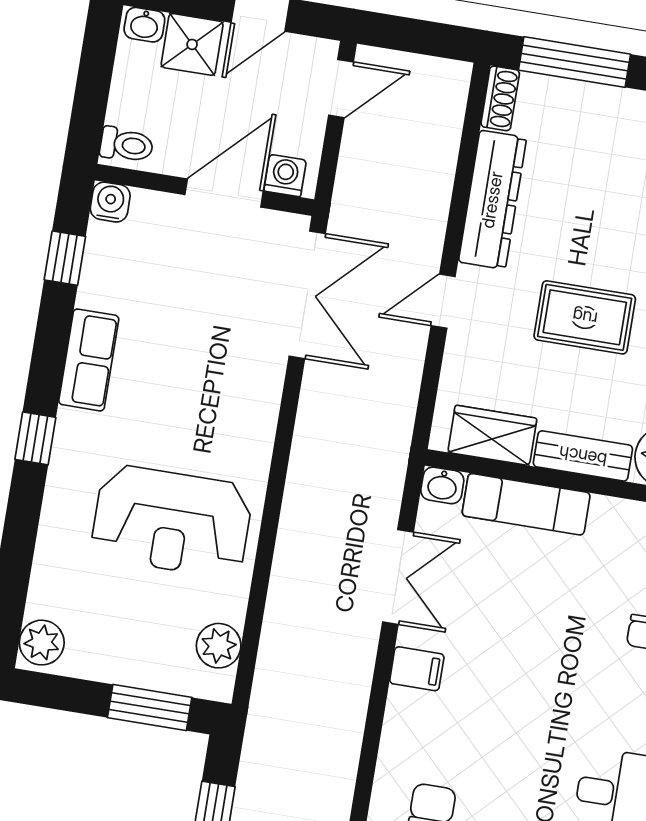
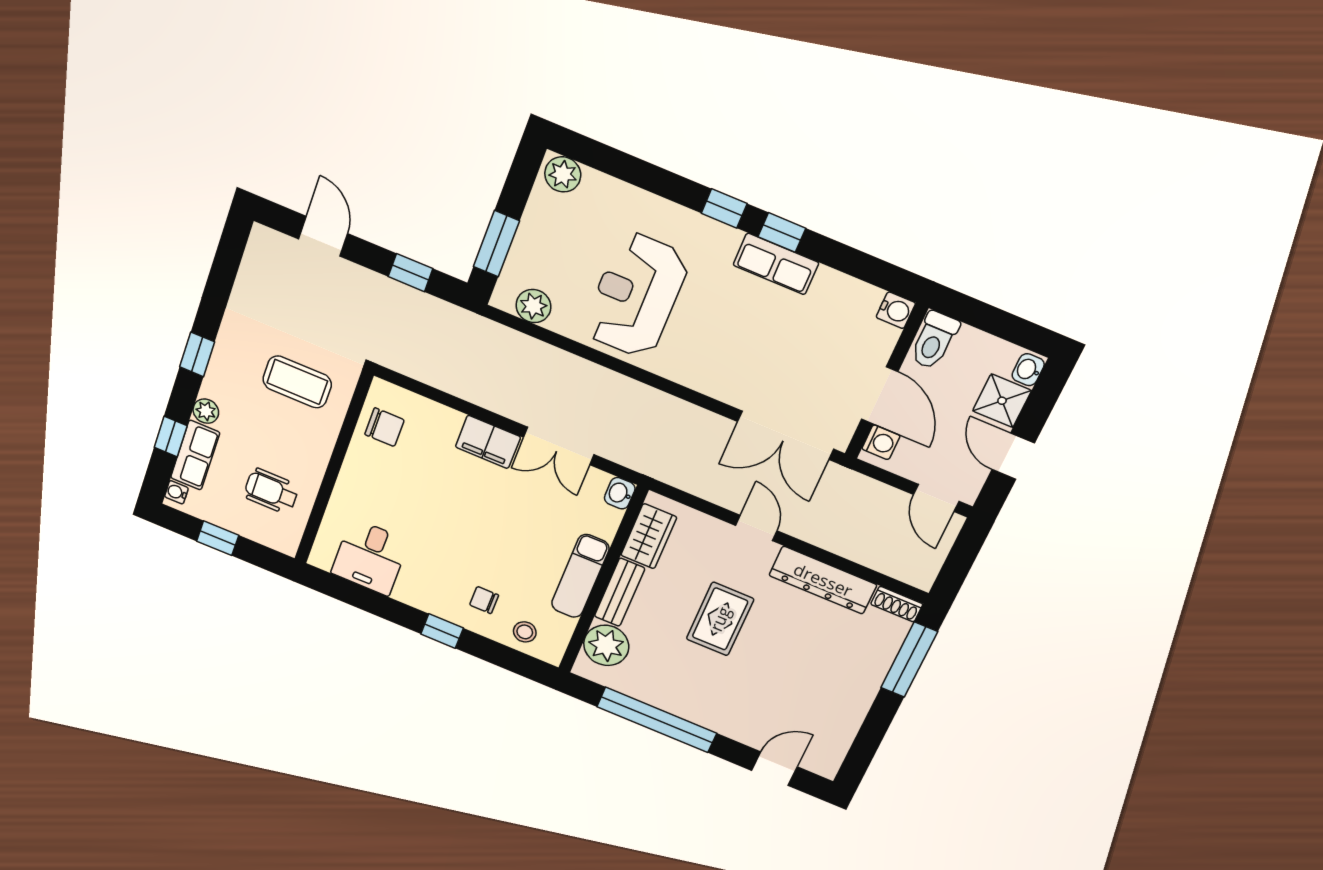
toilet: (127, 145) -> (934, 340), width x1.37, depth x1.39
window: (65, 258) -> (782, 232), moved
exam couch: (526, 504) -> (580, 576), moved
filing cabinet: (417, 669) -> (488, 442), width x2.00

